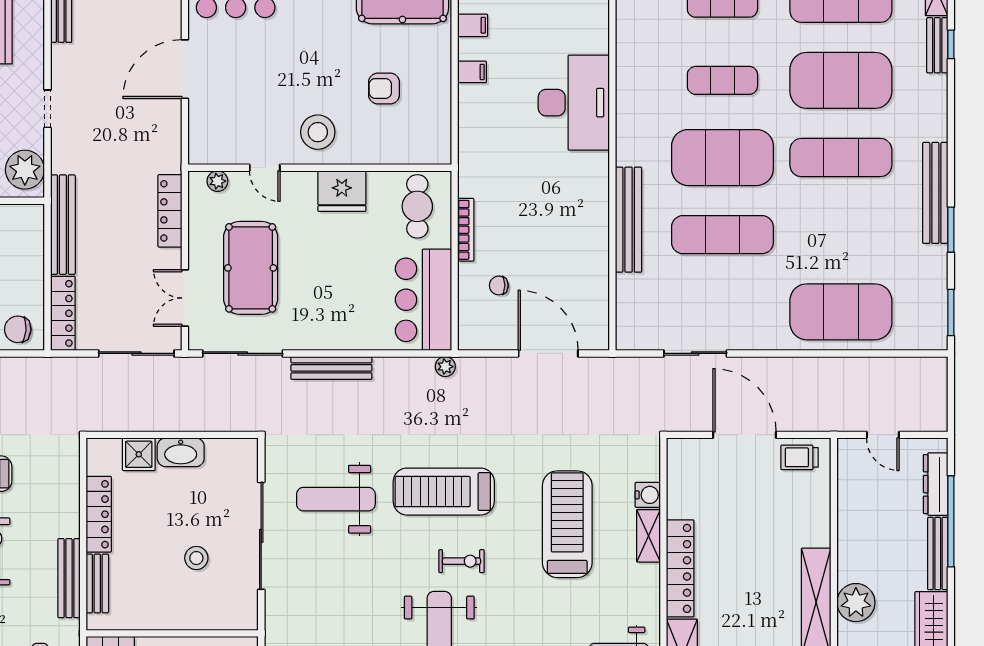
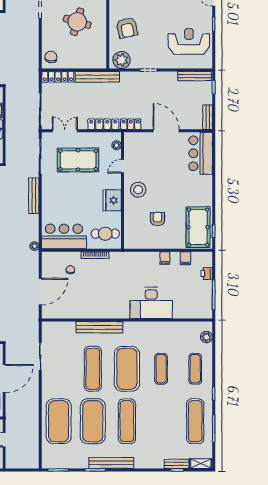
exercise mat: (841, 80) -> (93, 421), moved
locker: (170, 149) -> (131, 124), added

